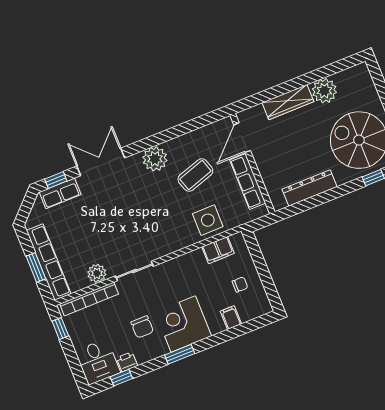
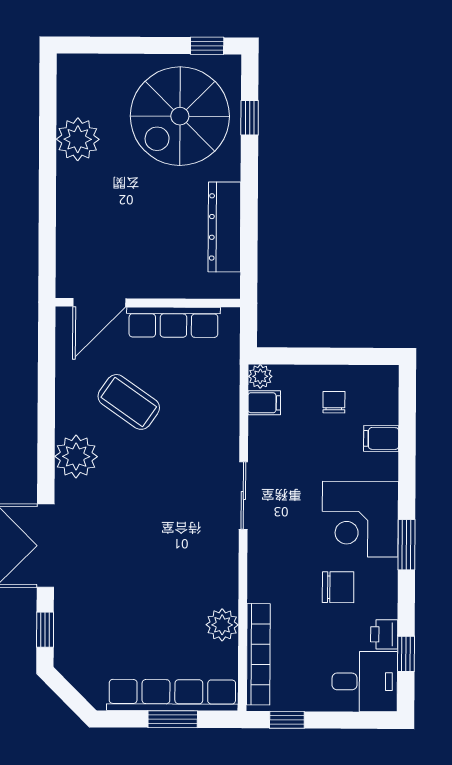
wardrobe: (288, 102) -> (72, 205), removed
door: (242, 138) -> (99, 302), hinge flipped
coffee table: (195, 175) -> (129, 402), turned -37
row of seats: (60, 193) -> (69, 632), removed
side table: (208, 220) -> (209, 412), removed
plant: (238, 240) -> (260, 376), added
filing cabinet: (218, 250) -> (264, 403), width x0.50
sliding door: (134, 271) -> (243, 495), moved

